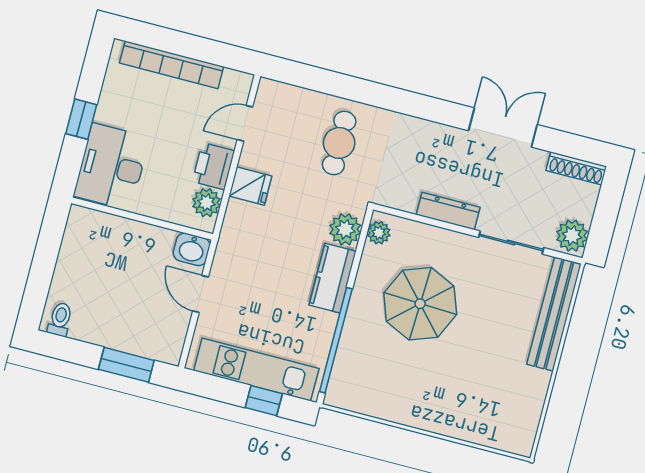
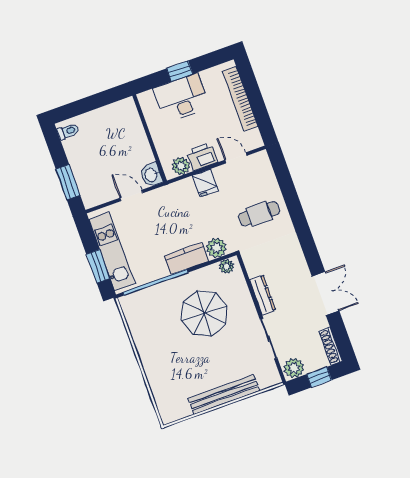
desk: (111, 167) -> (181, 98), moved
window: (607, 211) -> (319, 377), added
door: (200, 294) -> (131, 195), hinge flipped
bench: (554, 314) -> (224, 395), moved
window: (264, 401) -> (98, 266), width x1.50

